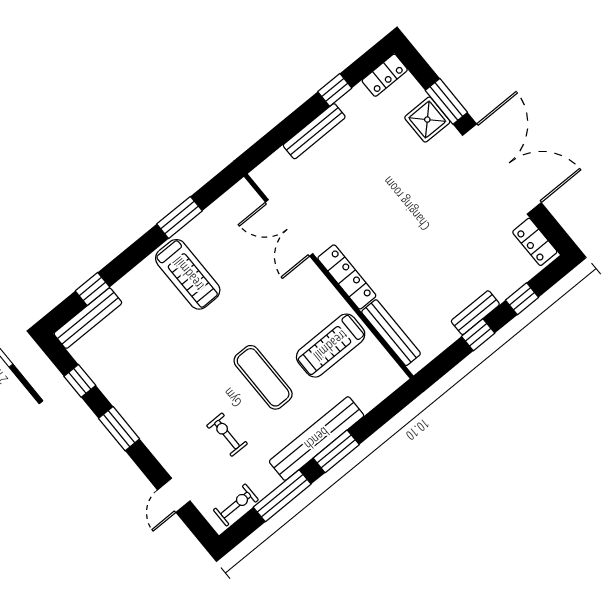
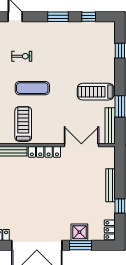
bench: (88, 318) -> (110, 126), moved

